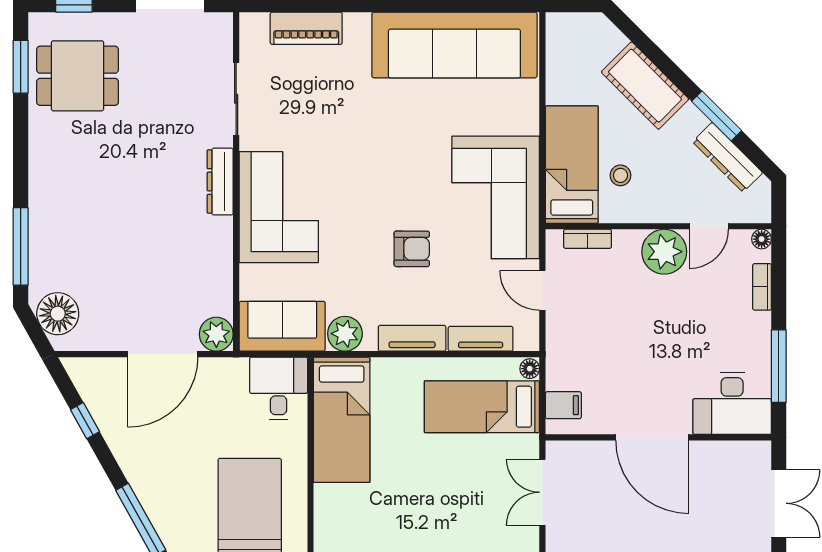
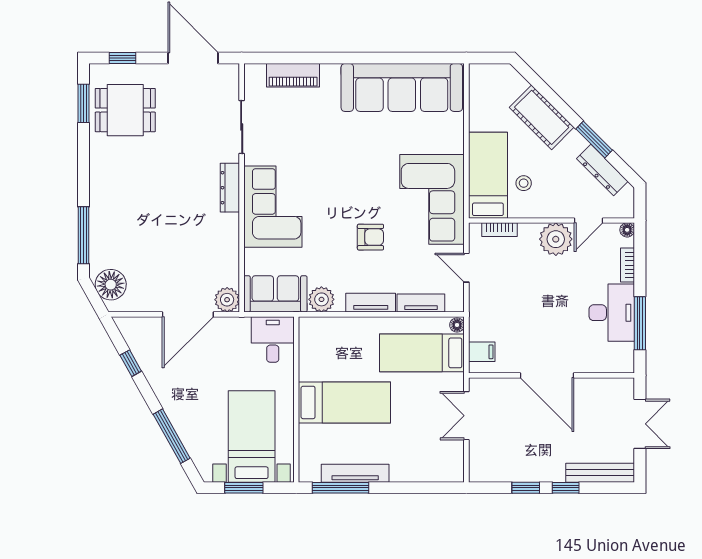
desk: (732, 404) -> (612, 313), moved, turned -90
bed: (342, 420) -> (344, 402), moved, turned -90

